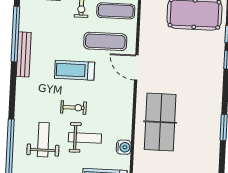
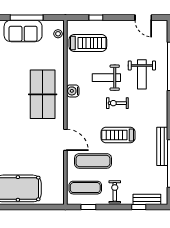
treadmill: (75, 70) -> (118, 135), turned 180
water cooler: (124, 147) -> (73, 91), moved

